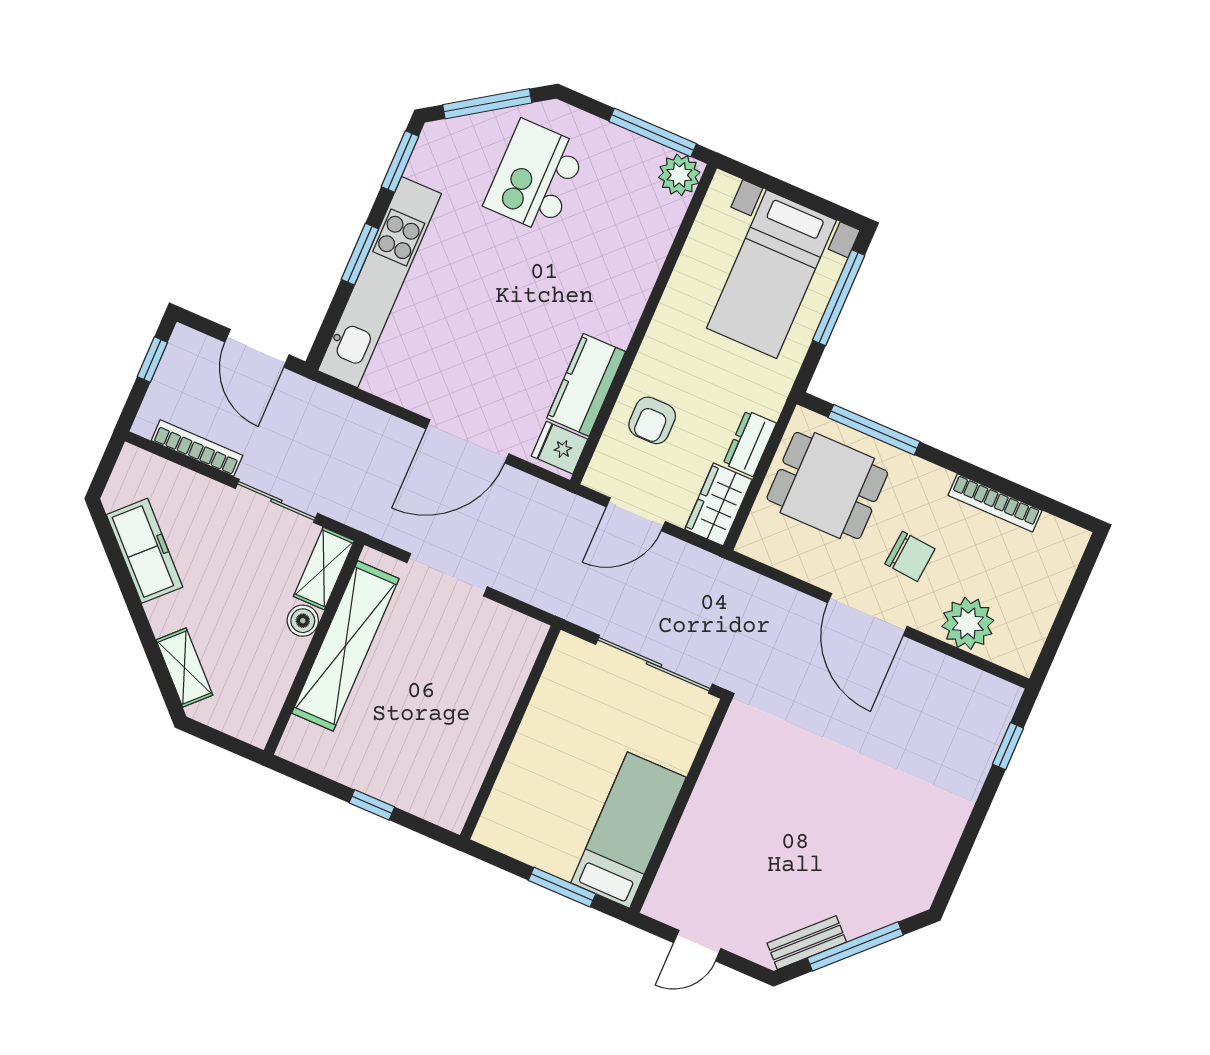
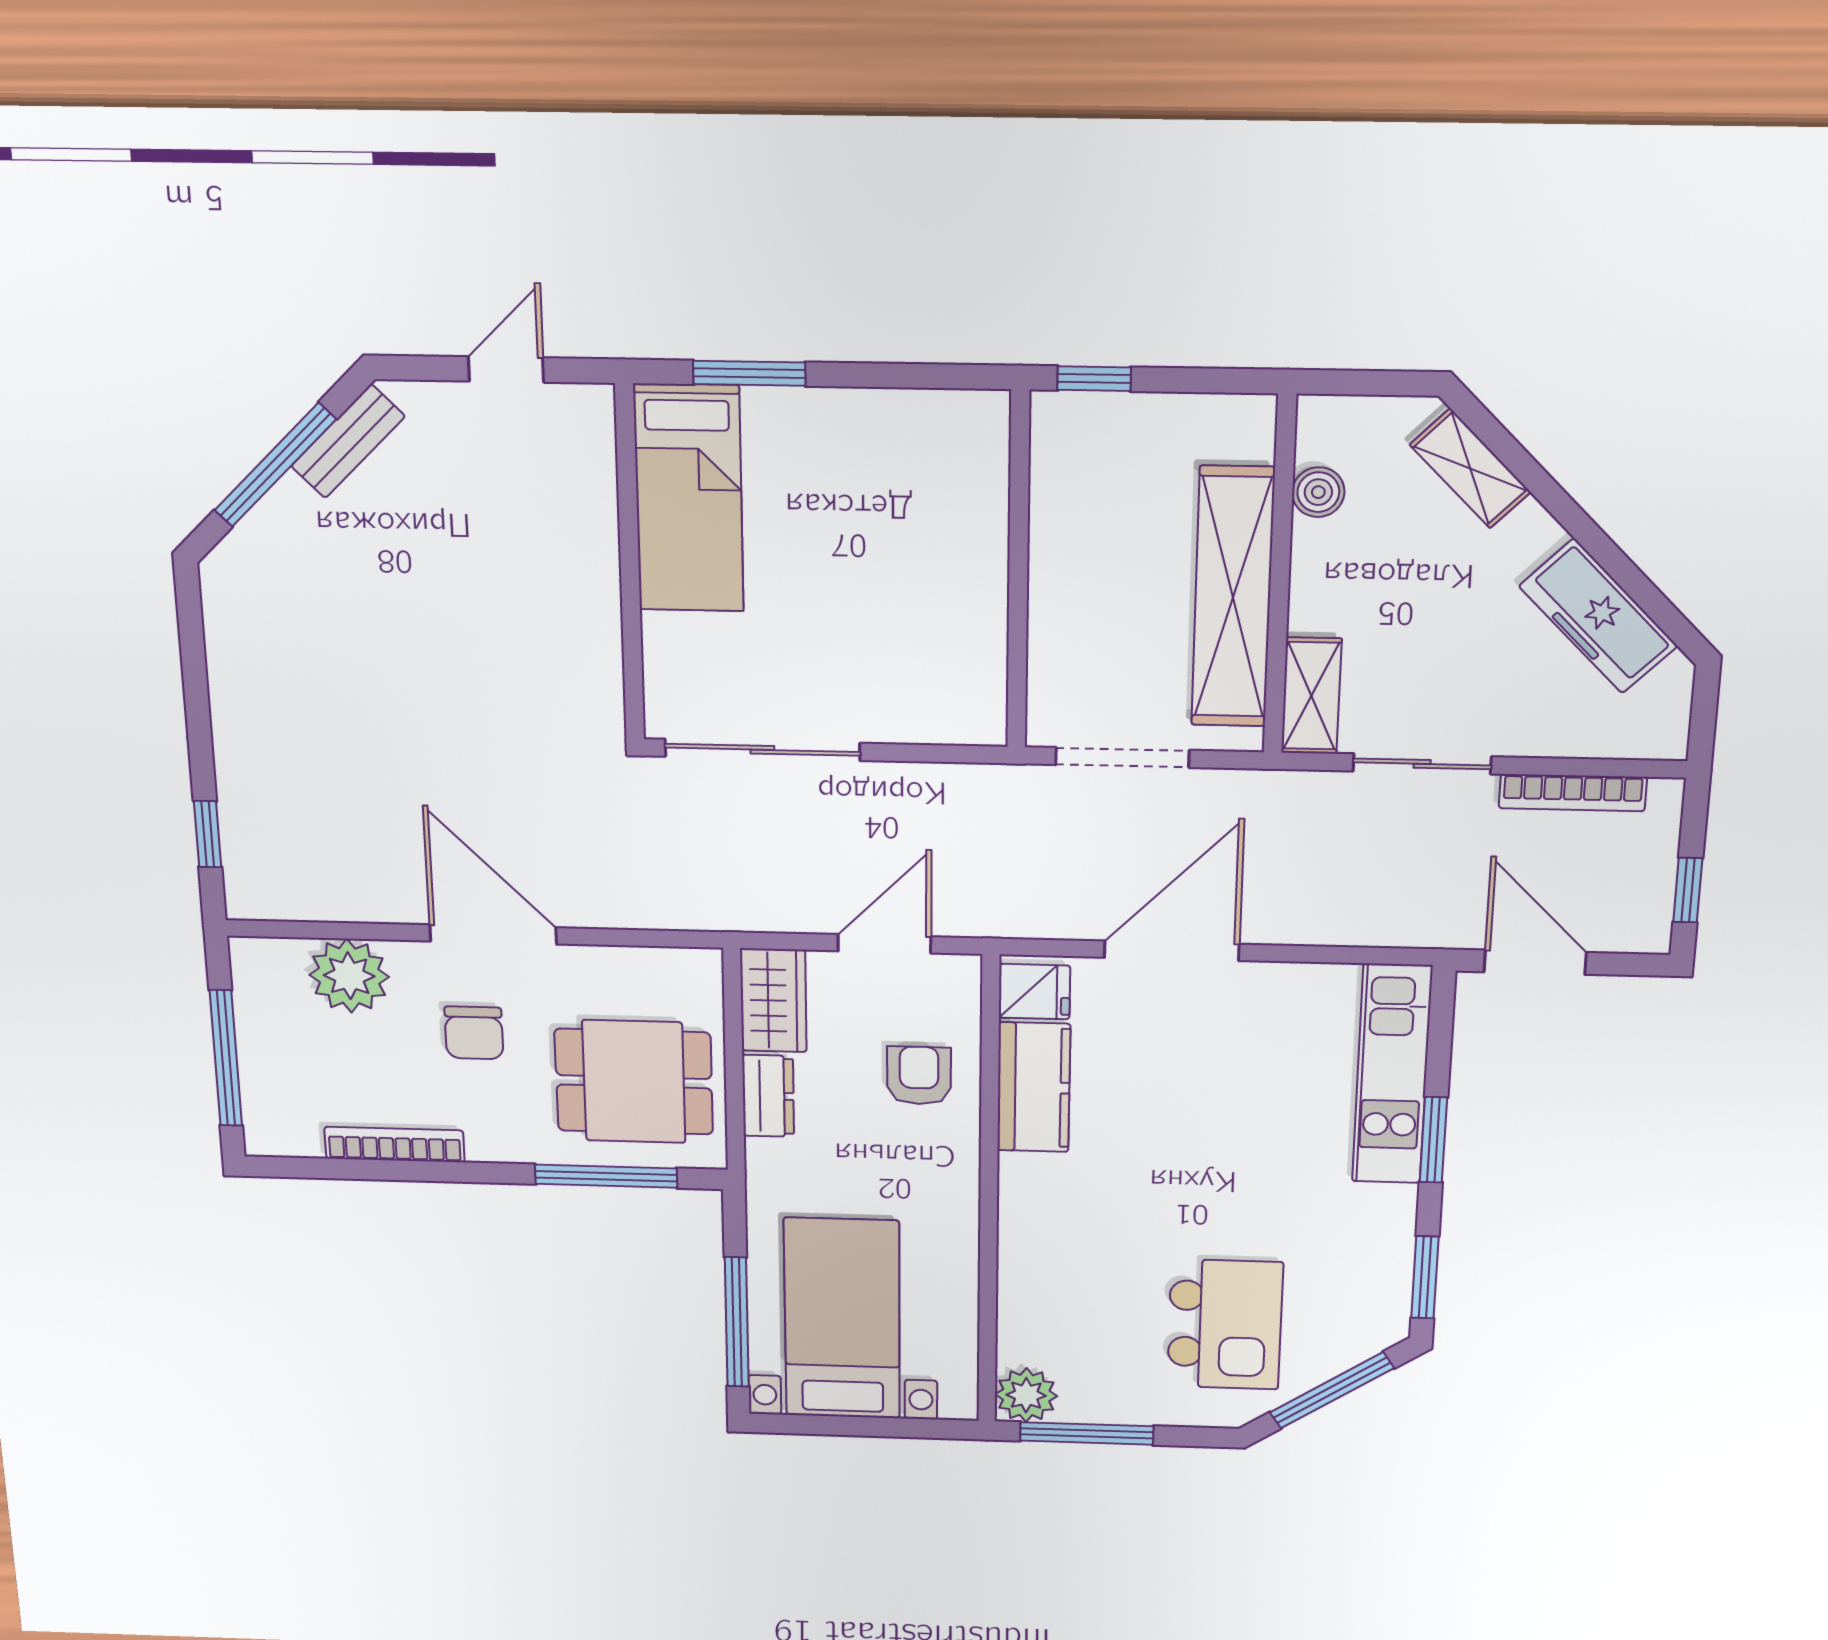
kitchen unit: (380, 282) -> (1392, 1074), width x0.73
chair: (910, 556) -> (474, 1033), turned -95
window: (1071, 601) -> (226, 1058), added
boiler: (303, 621) -> (1318, 492), moved
wall: (510, 732) -> (1018, 572), moved

